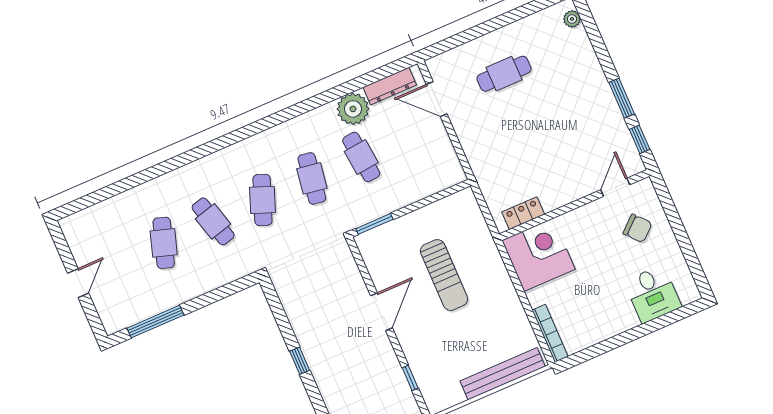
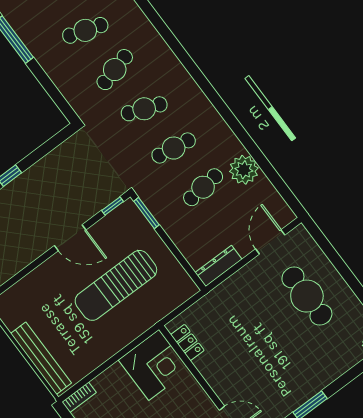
cafe table: (504, 74) -> (307, 296), width x1.37, depth x1.35
dresser: (390, 86) -> (218, 266), moved, turned 90
sun lounger: (444, 275) -> (116, 285), width x1.36, depth x1.34
bookcase: (550, 333) -> (79, 397), width x0.64
window: (410, 378) -> (113, 206), moved

